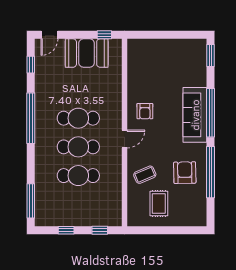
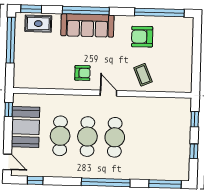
window: (177, 35) -> (11, 40), added
window: (31, 118) -> (106, 182), moved
window: (211, 172) -> (159, 13), moved
cafe table: (78, 176) -> (60, 136), moved
rug: (159, 203) -> (38, 24), moved

